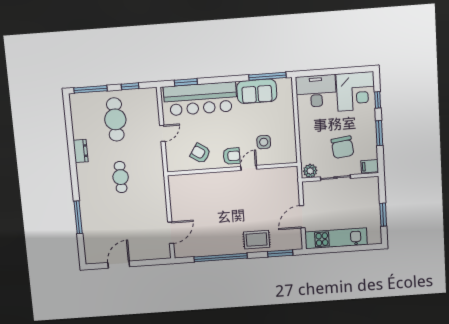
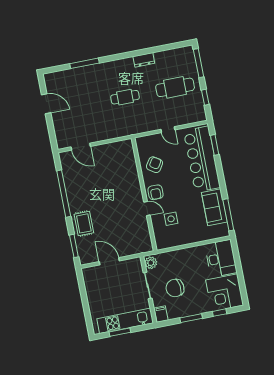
kitchen unit: (336, 238) -> (125, 321), moved, turned -90

